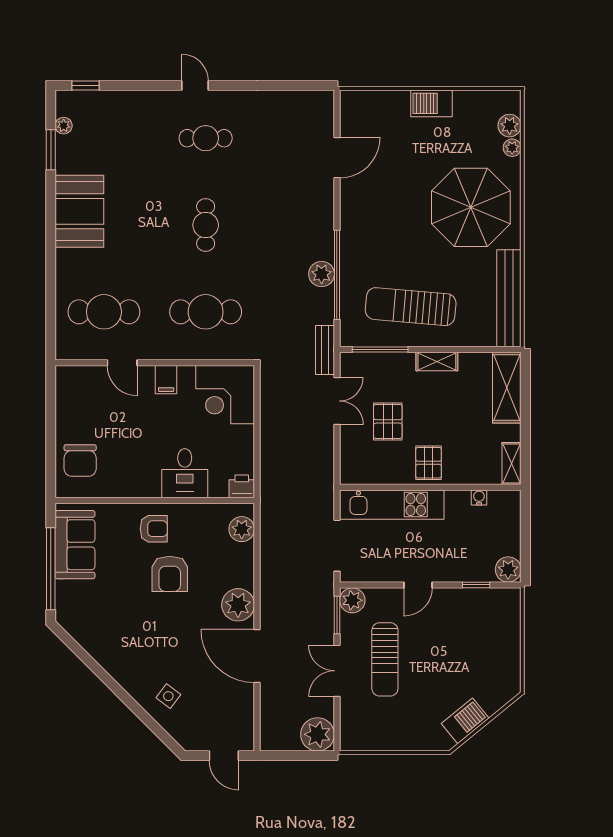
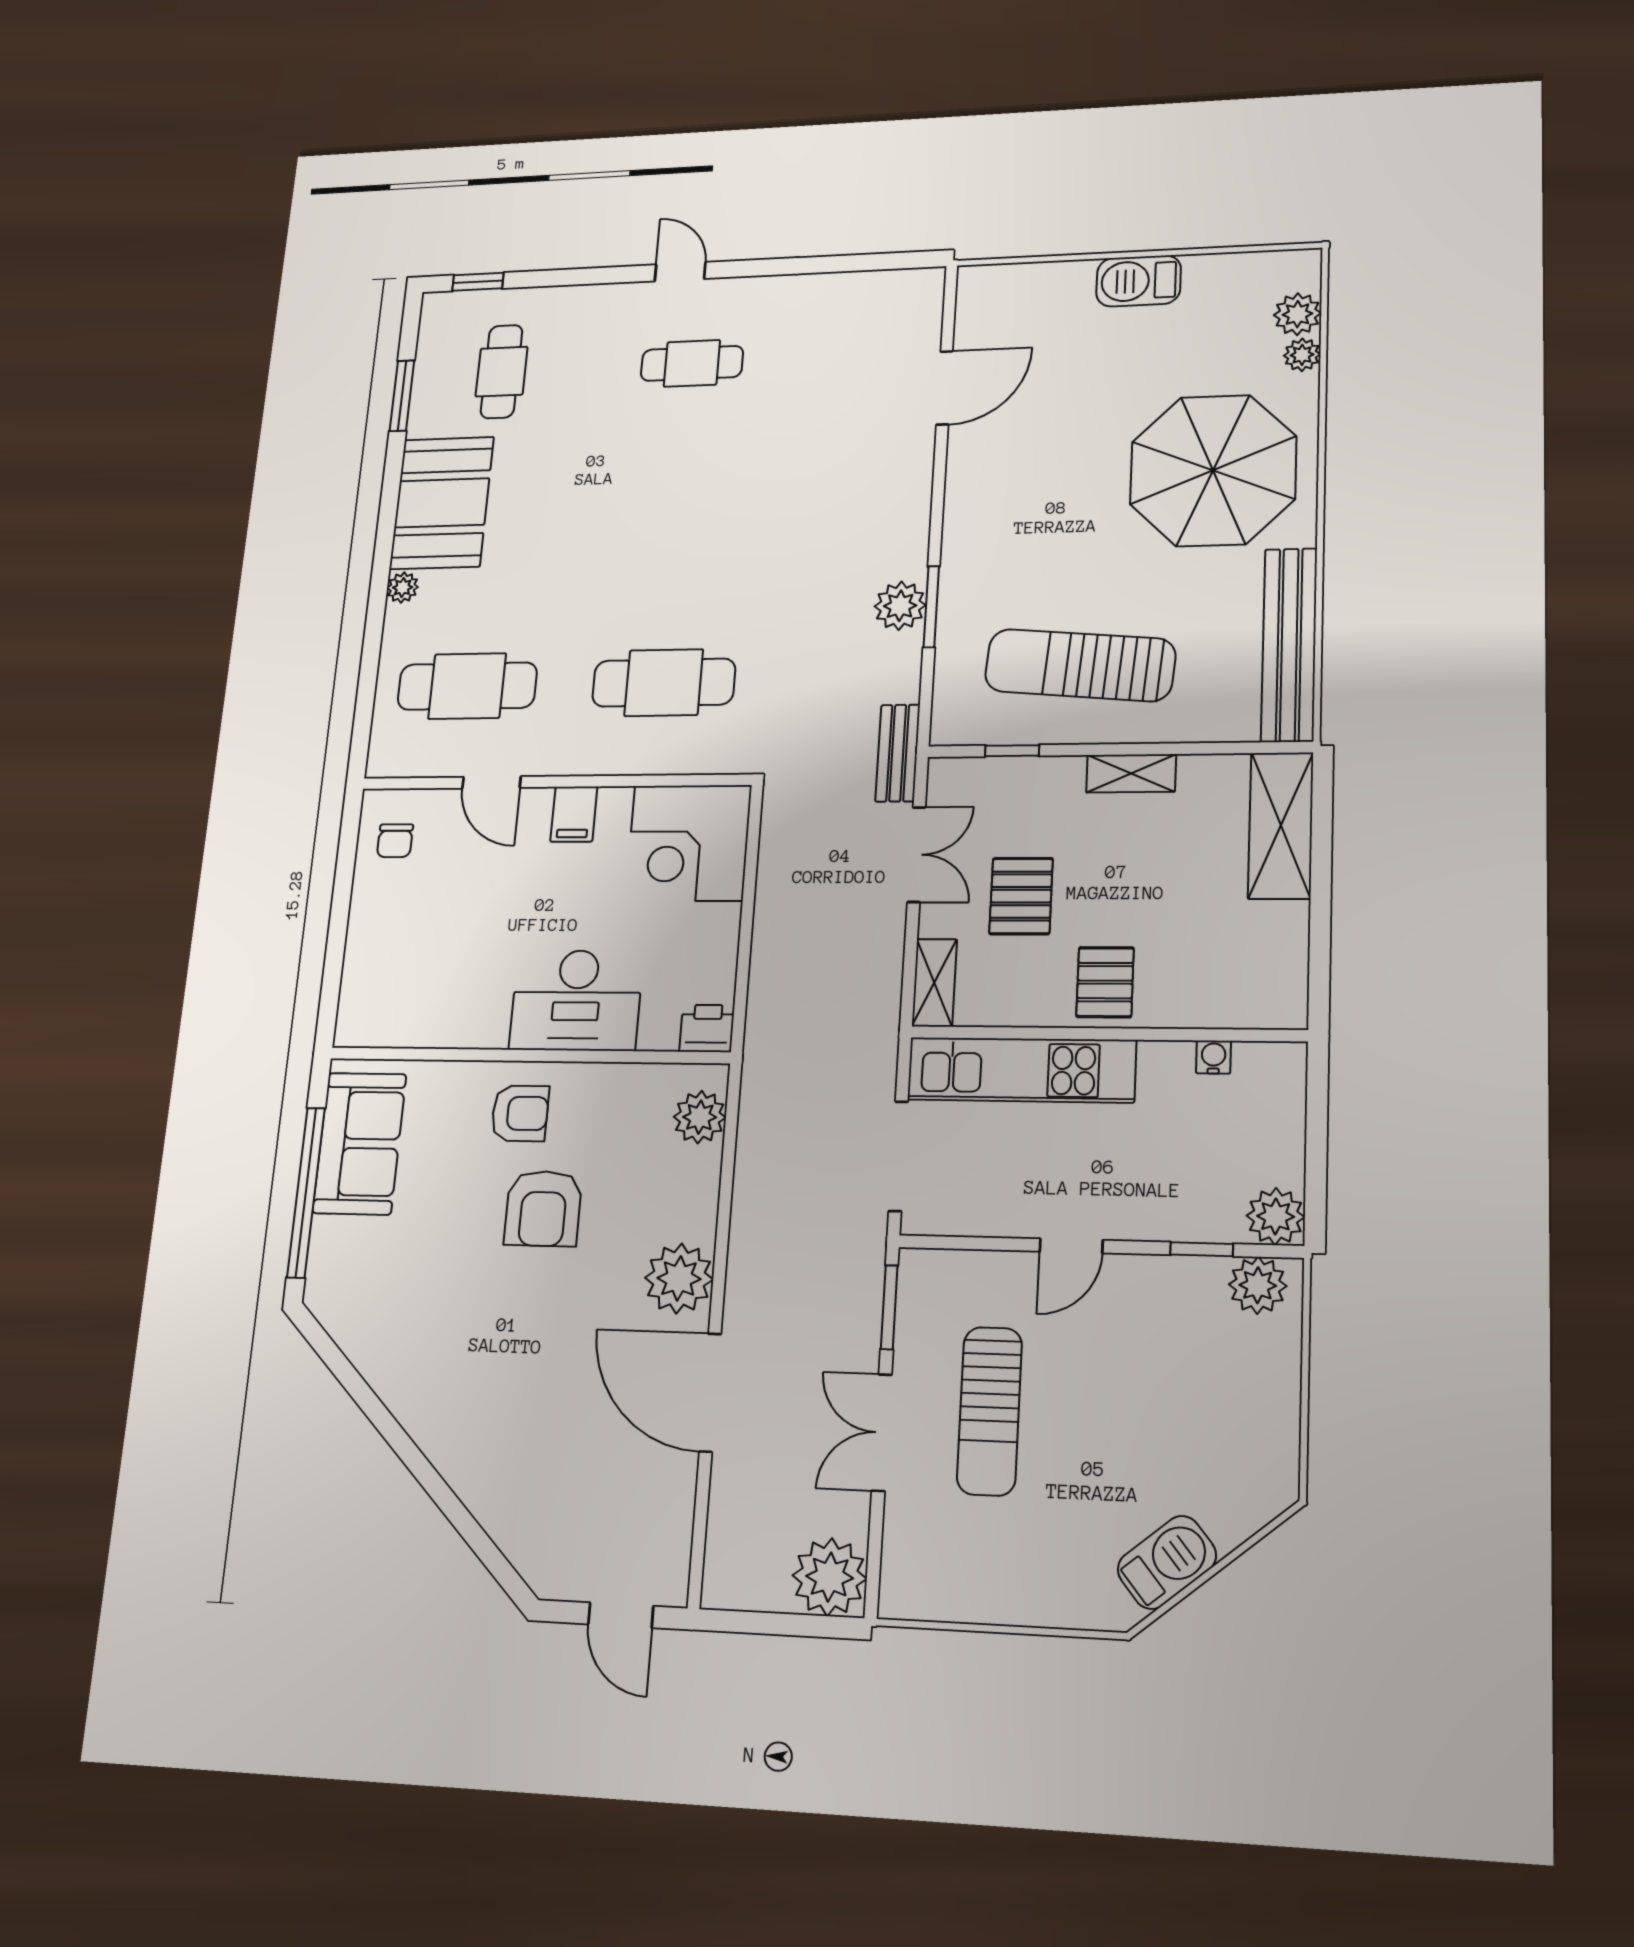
plant: (64, 126) -> (403, 587), moved
cafe table: (206, 225) -> (502, 372), moved
window: (337, 275) -> (931, 607), width x0.47
window: (380, 349) -> (1012, 751), width x0.46
chair: (80, 461) -> (395, 841), moved, width x0.54, depth x0.54
shelving: (511, 463) -> (934, 983), moved
desk: (185, 473) -> (576, 1000), width x1.37
plant: (352, 600) -> (1258, 1285), moved
side table: (168, 696) -> (515, 1474), removed

